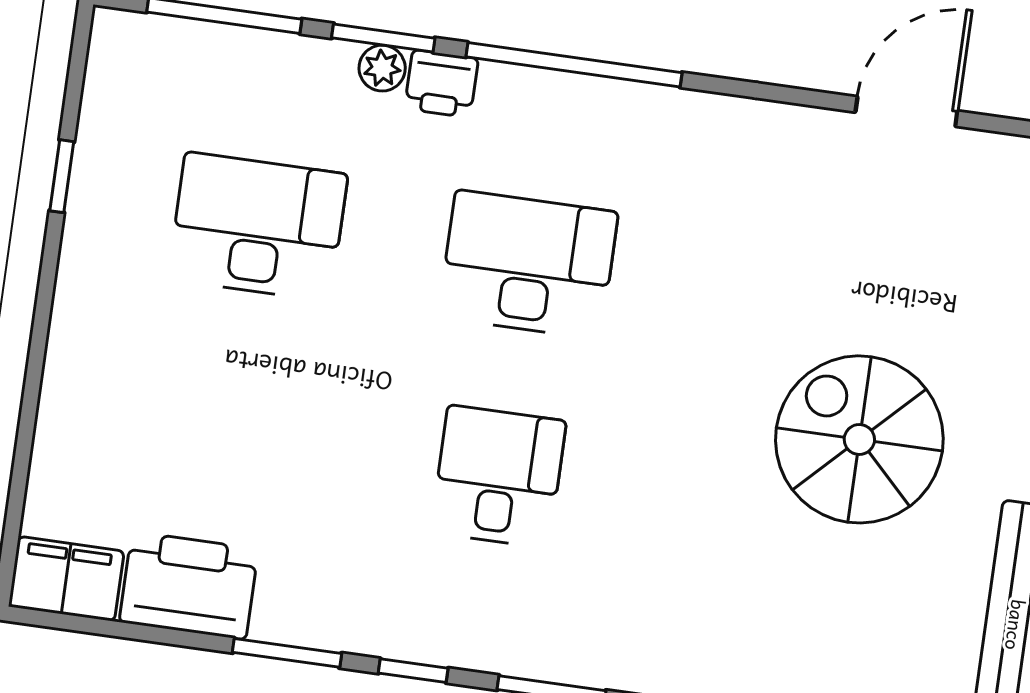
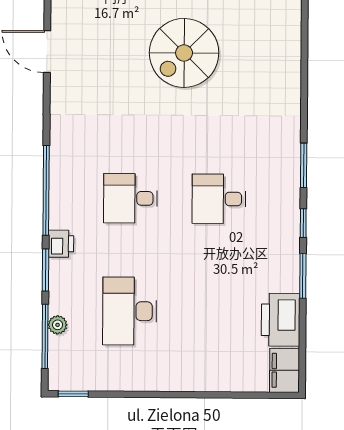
plant: (382, 68) -> (58, 325), moved
window: (62, 176) -> (73, 394), moved
desk: (528, 264) -> (130, 198), width x0.73

